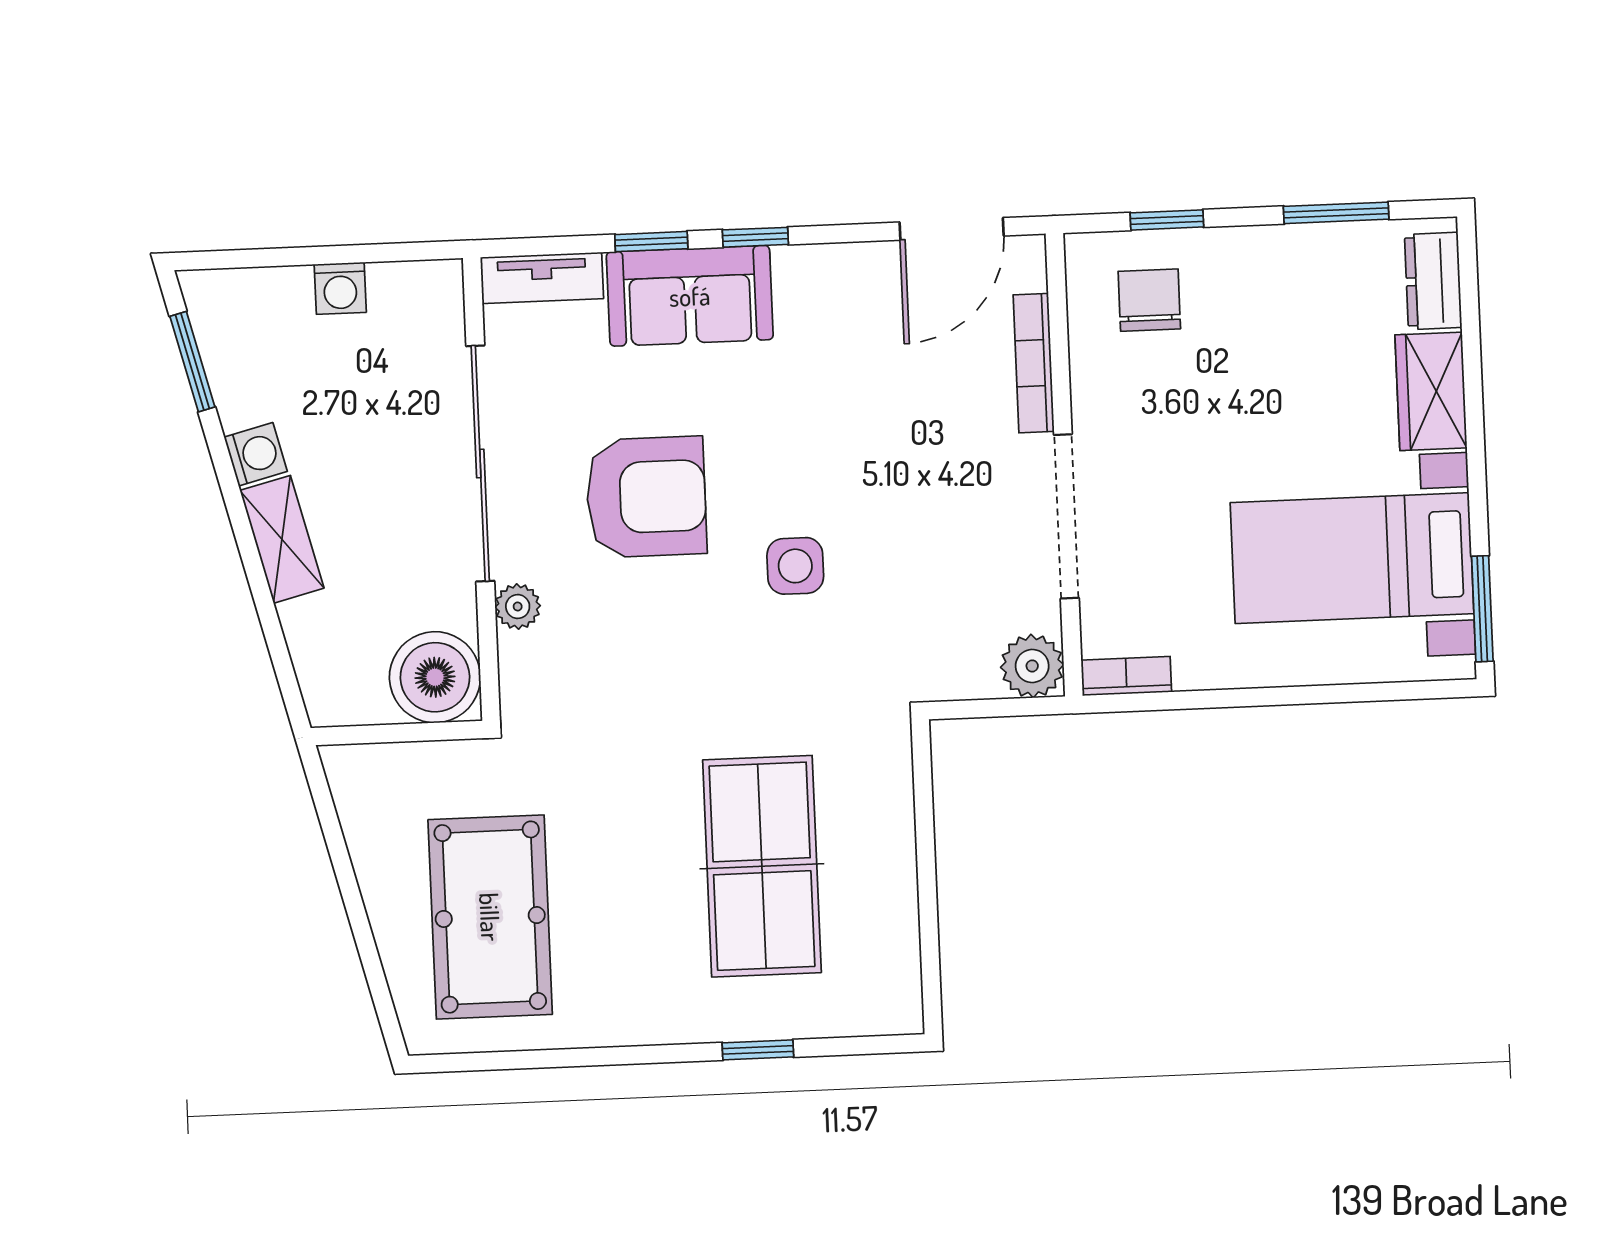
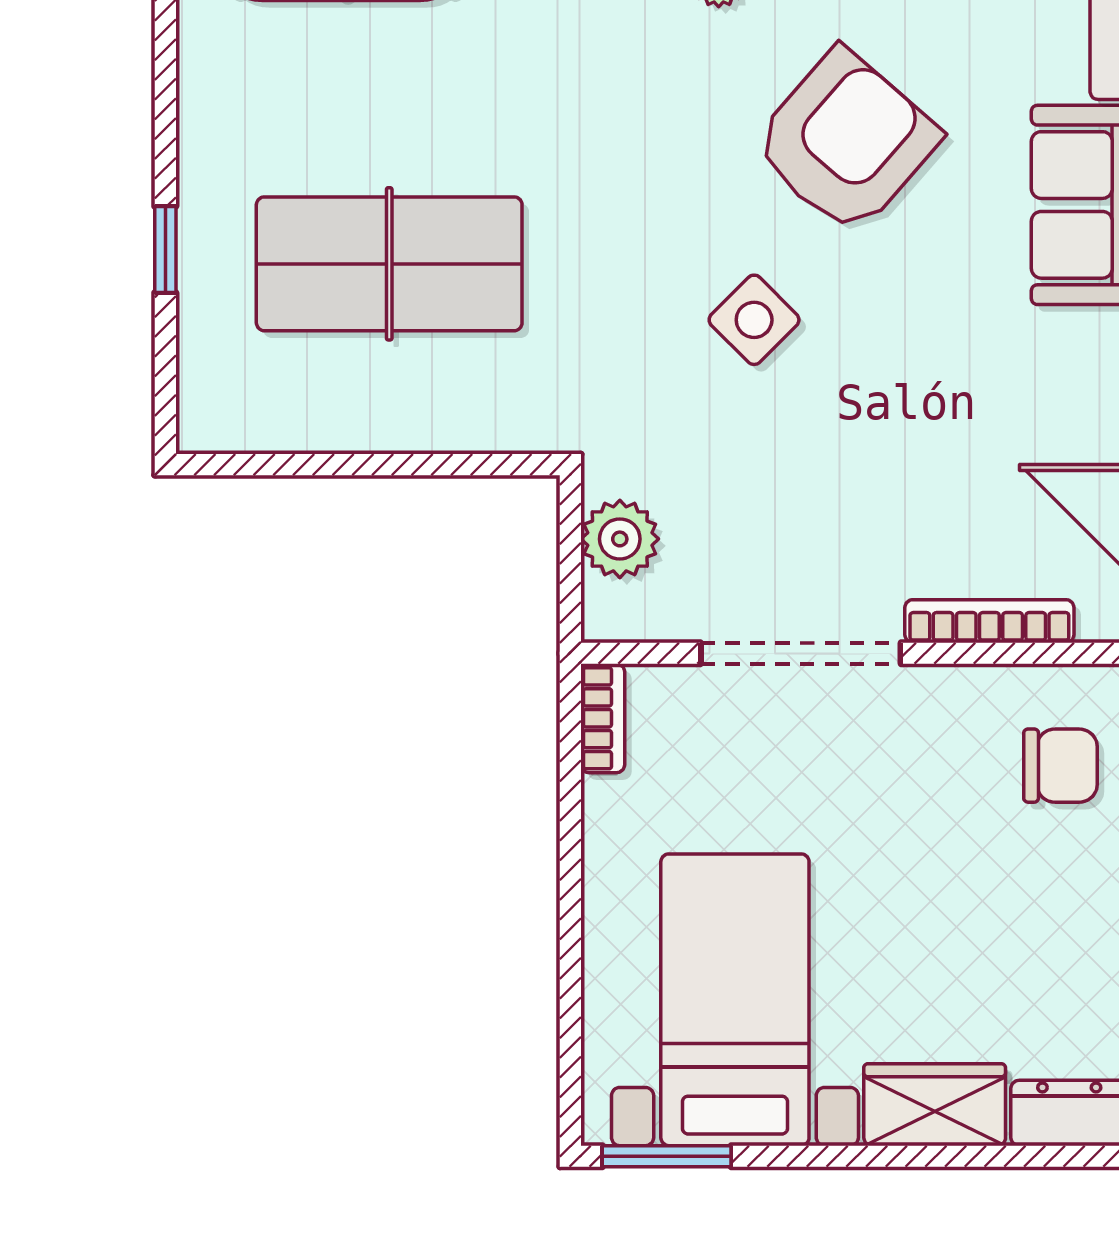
armchair: (646, 497) -> (846, 142), turned -139
side table: (795, 566) -> (754, 320), turned 45
plant: (1032, 666) -> (620, 539), moved

